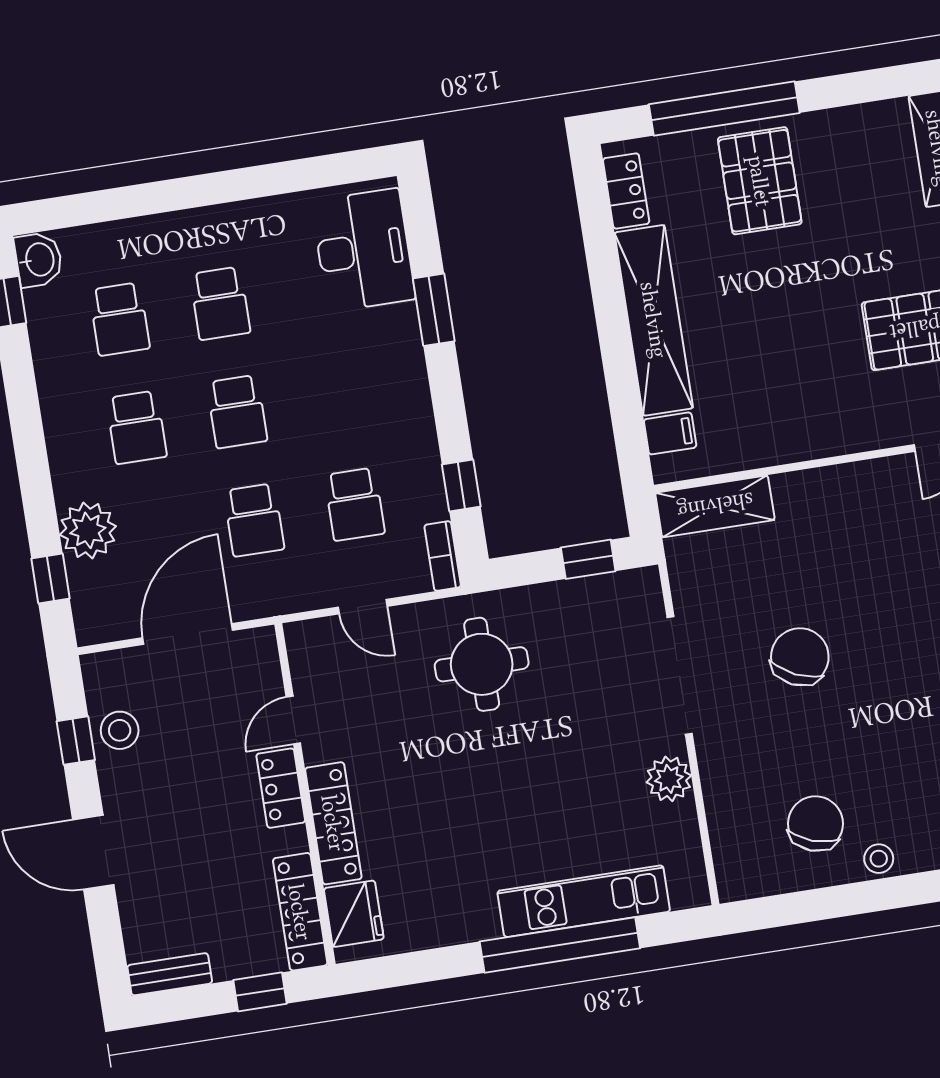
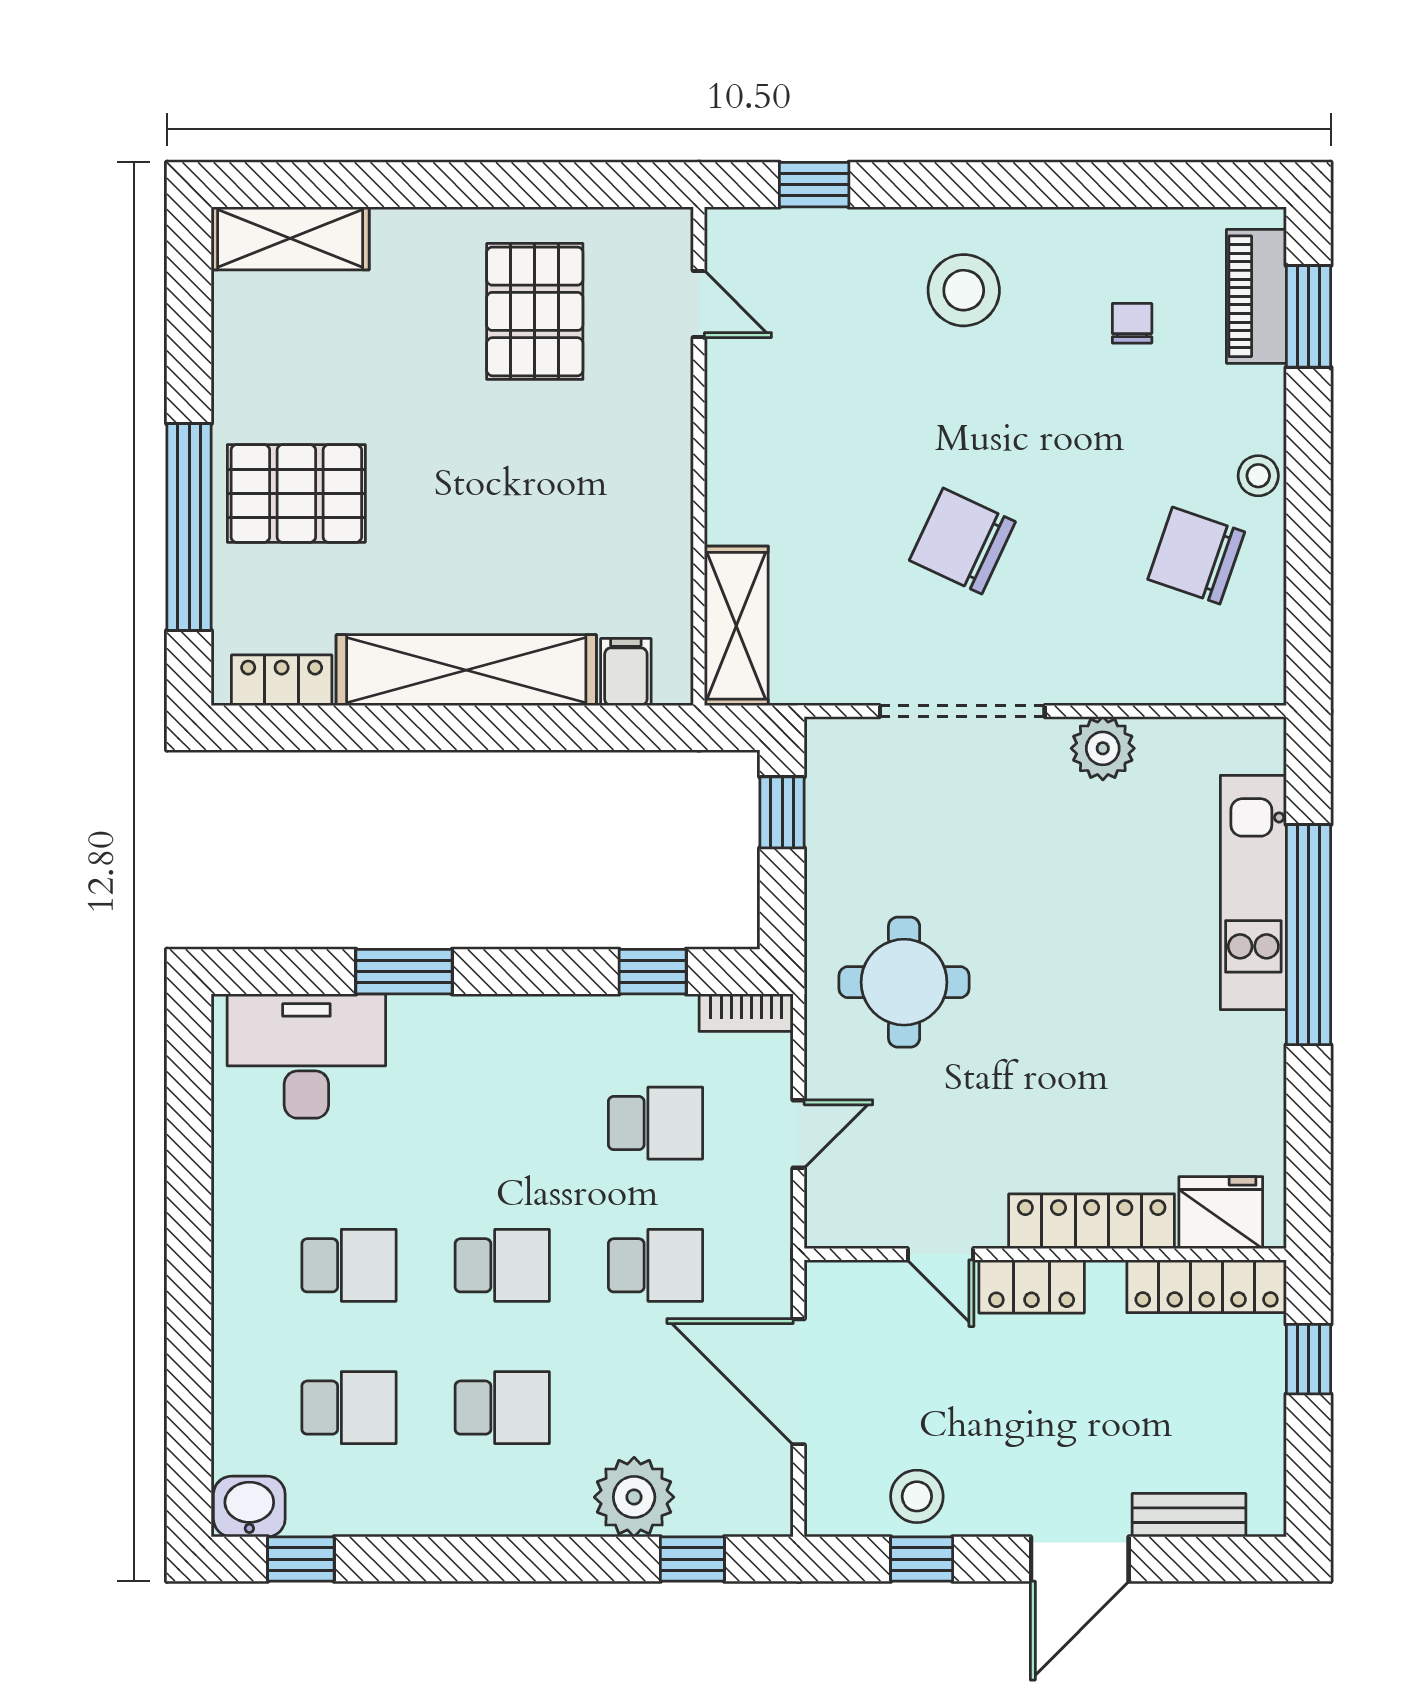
bench: (170, 974) -> (1189, 1515), moved, turned 90

